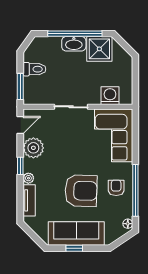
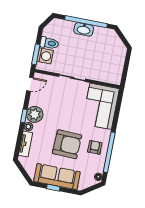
shower: (99, 49) -> (103, 37), removed
washing machine: (110, 96) -> (45, 56), moved, turned 90
plant: (33, 148) -> (35, 114), moved

